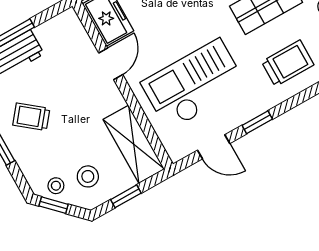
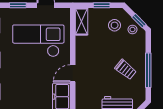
checkout: (194, 85) -> (38, 41), turned 180
shelving: (134, 144) -> (82, 22), width x0.67, depth x0.75

